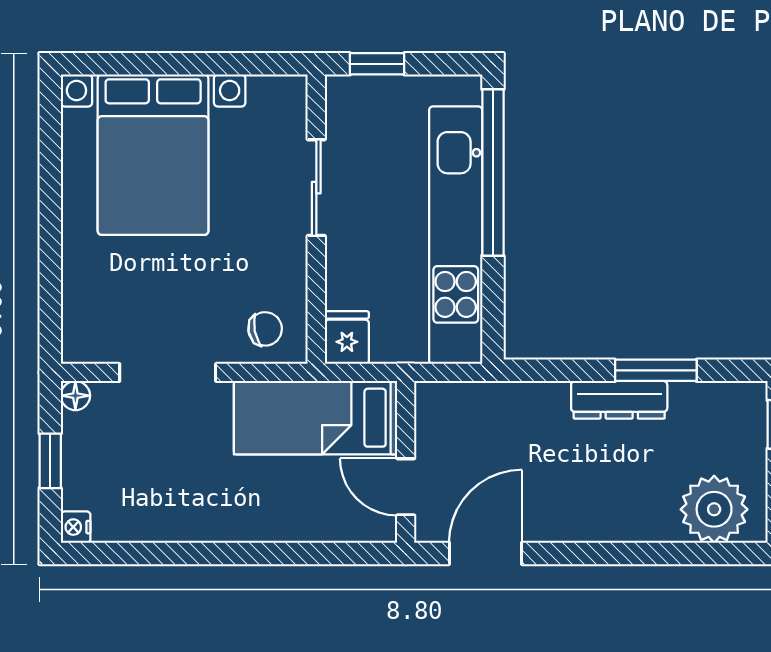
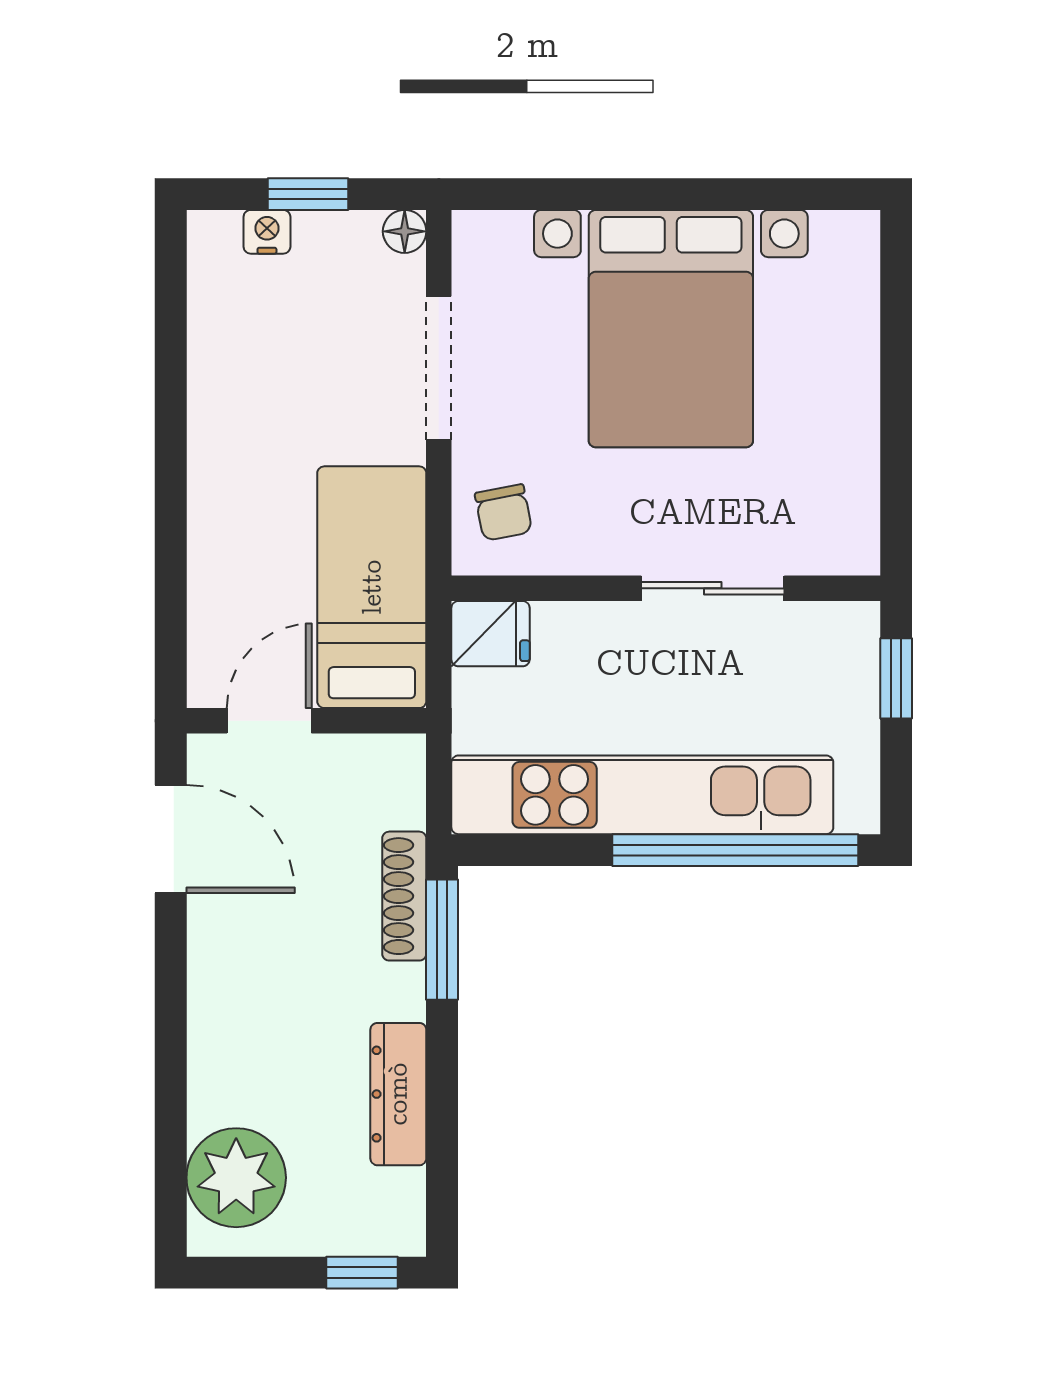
bed with nightstands: (153, 155) -> (671, 329), moved, turned -90
window: (656, 370) -> (442, 940), moved
shoe rack: (524, 396) -> (404, 896), added
dresser: (619, 400) -> (398, 1094), moved
nightstand: (76, 527) -> (267, 232), moved

